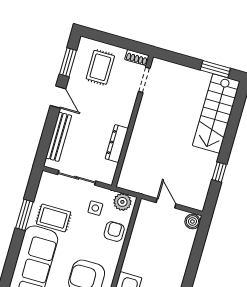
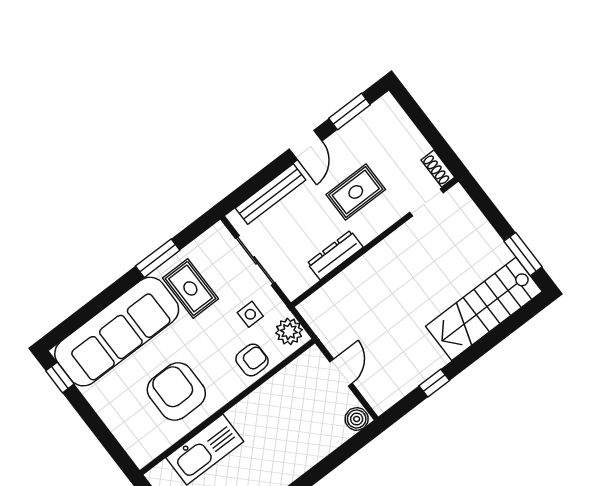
rug: (100, 67) -> (356, 192), moved

